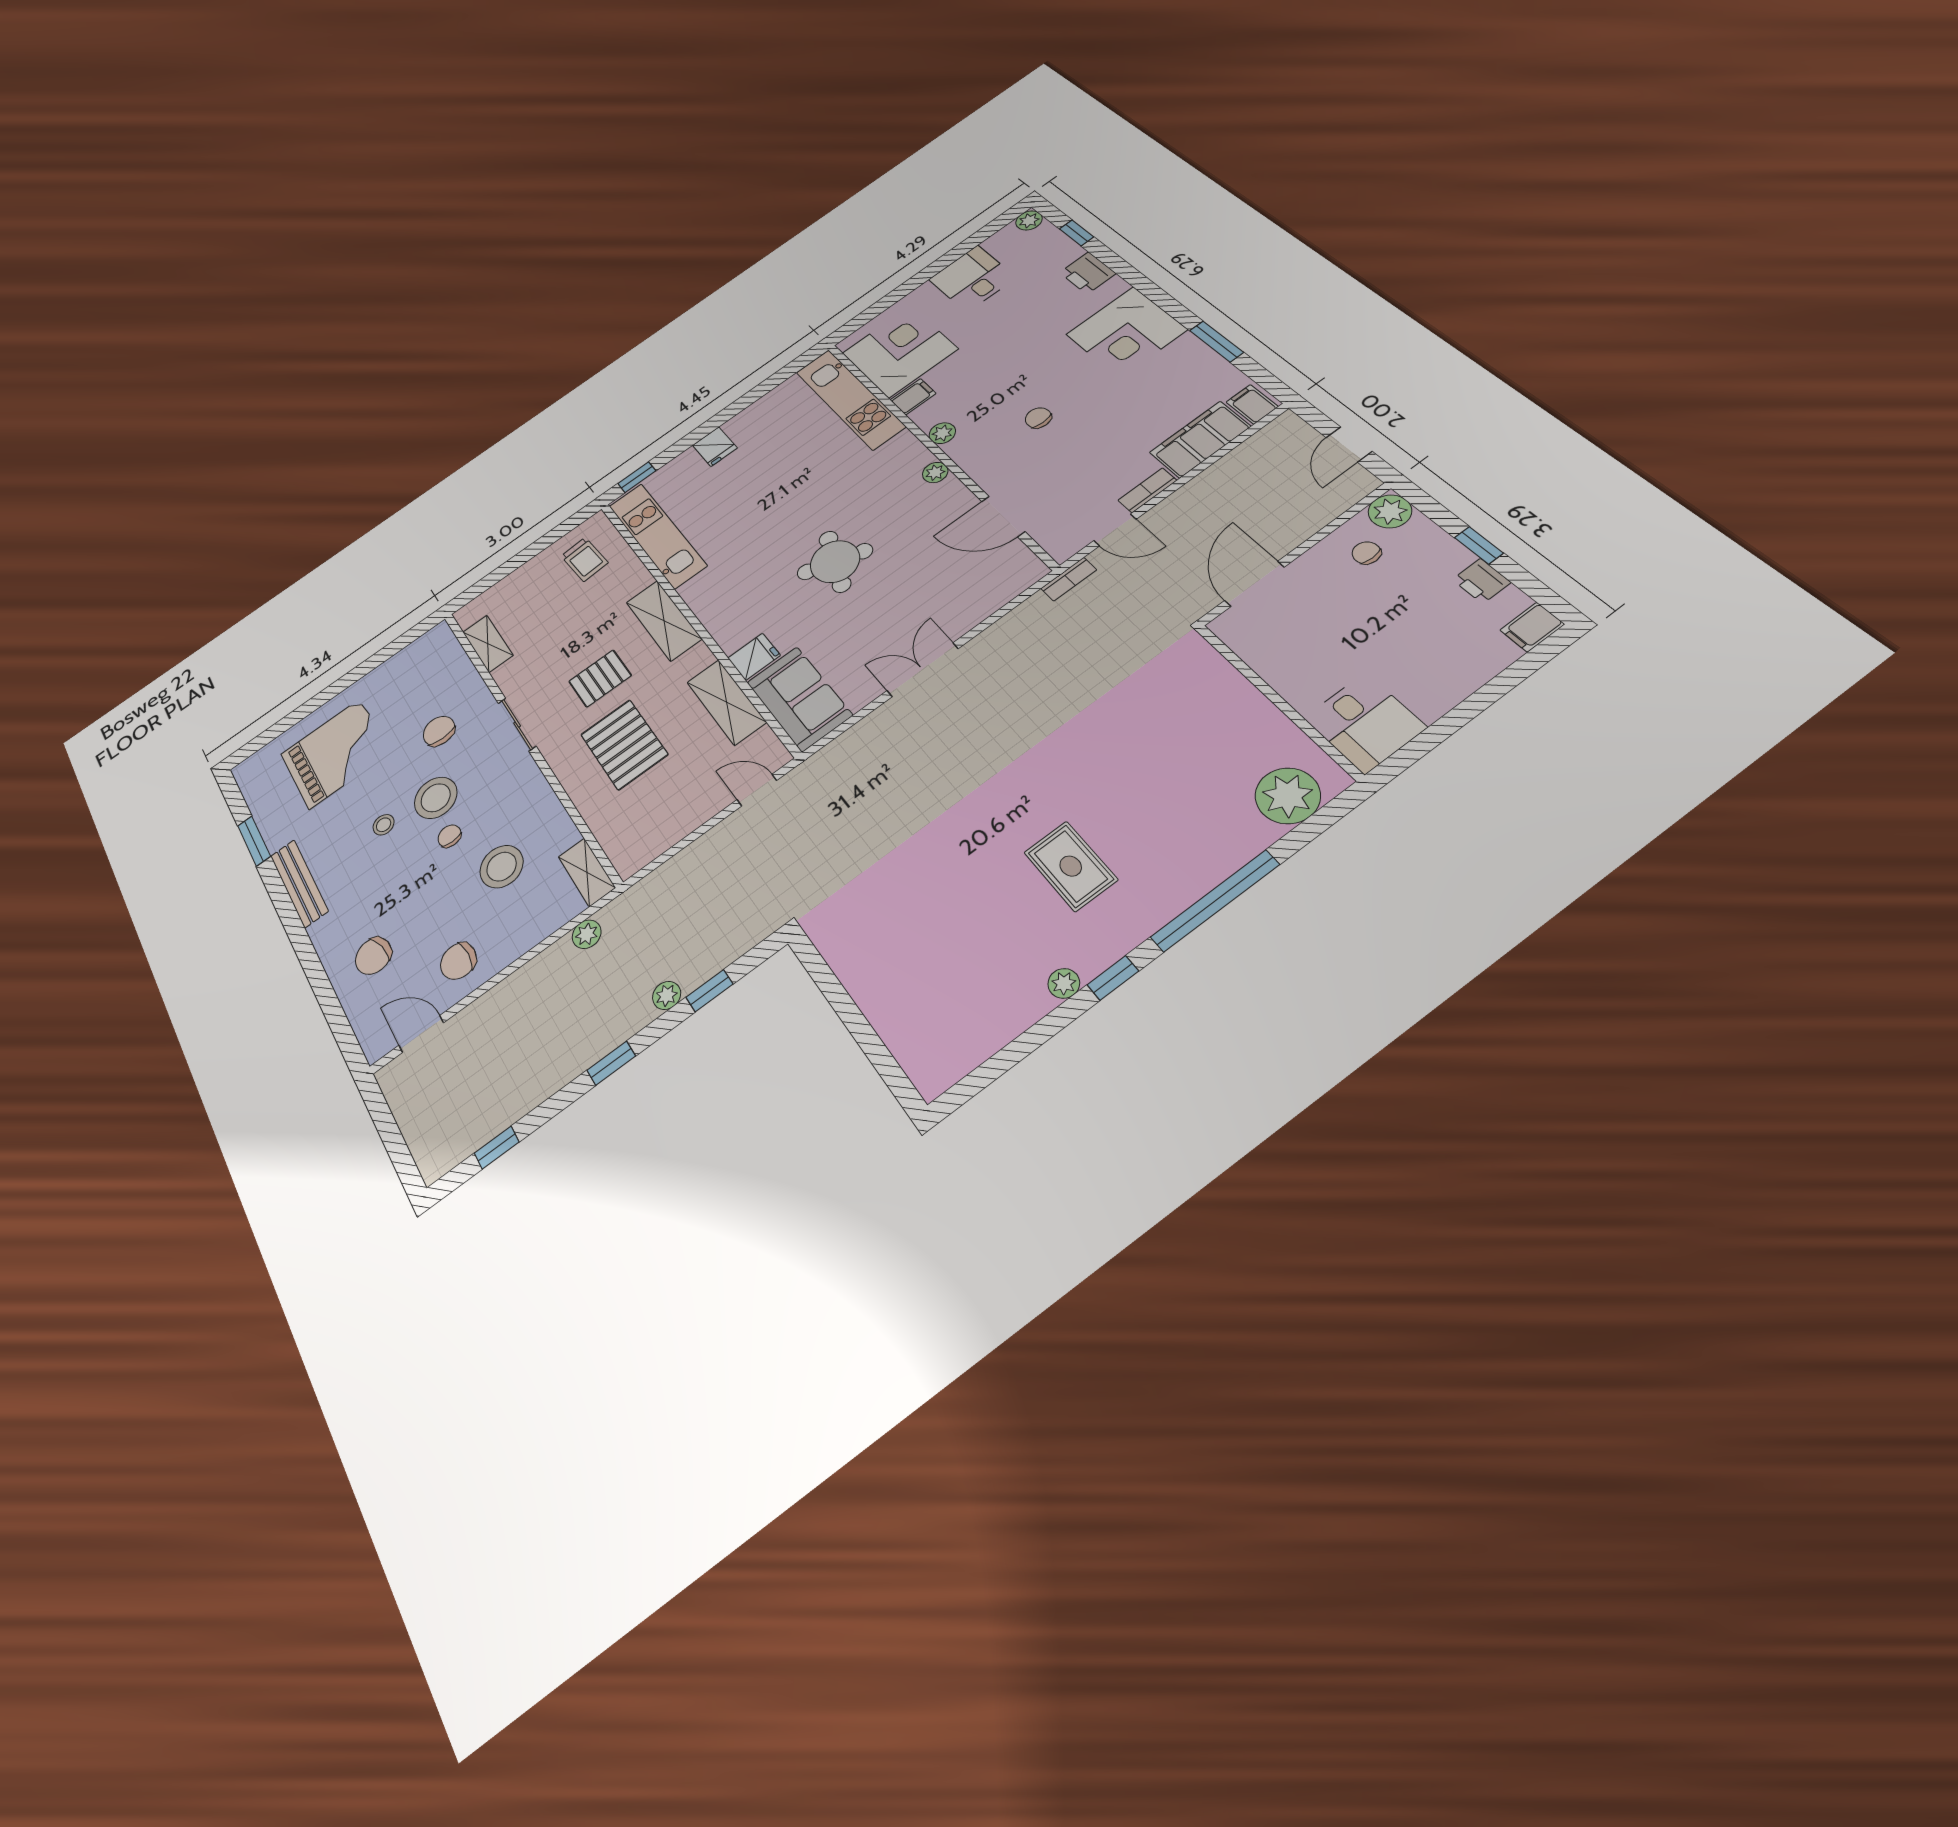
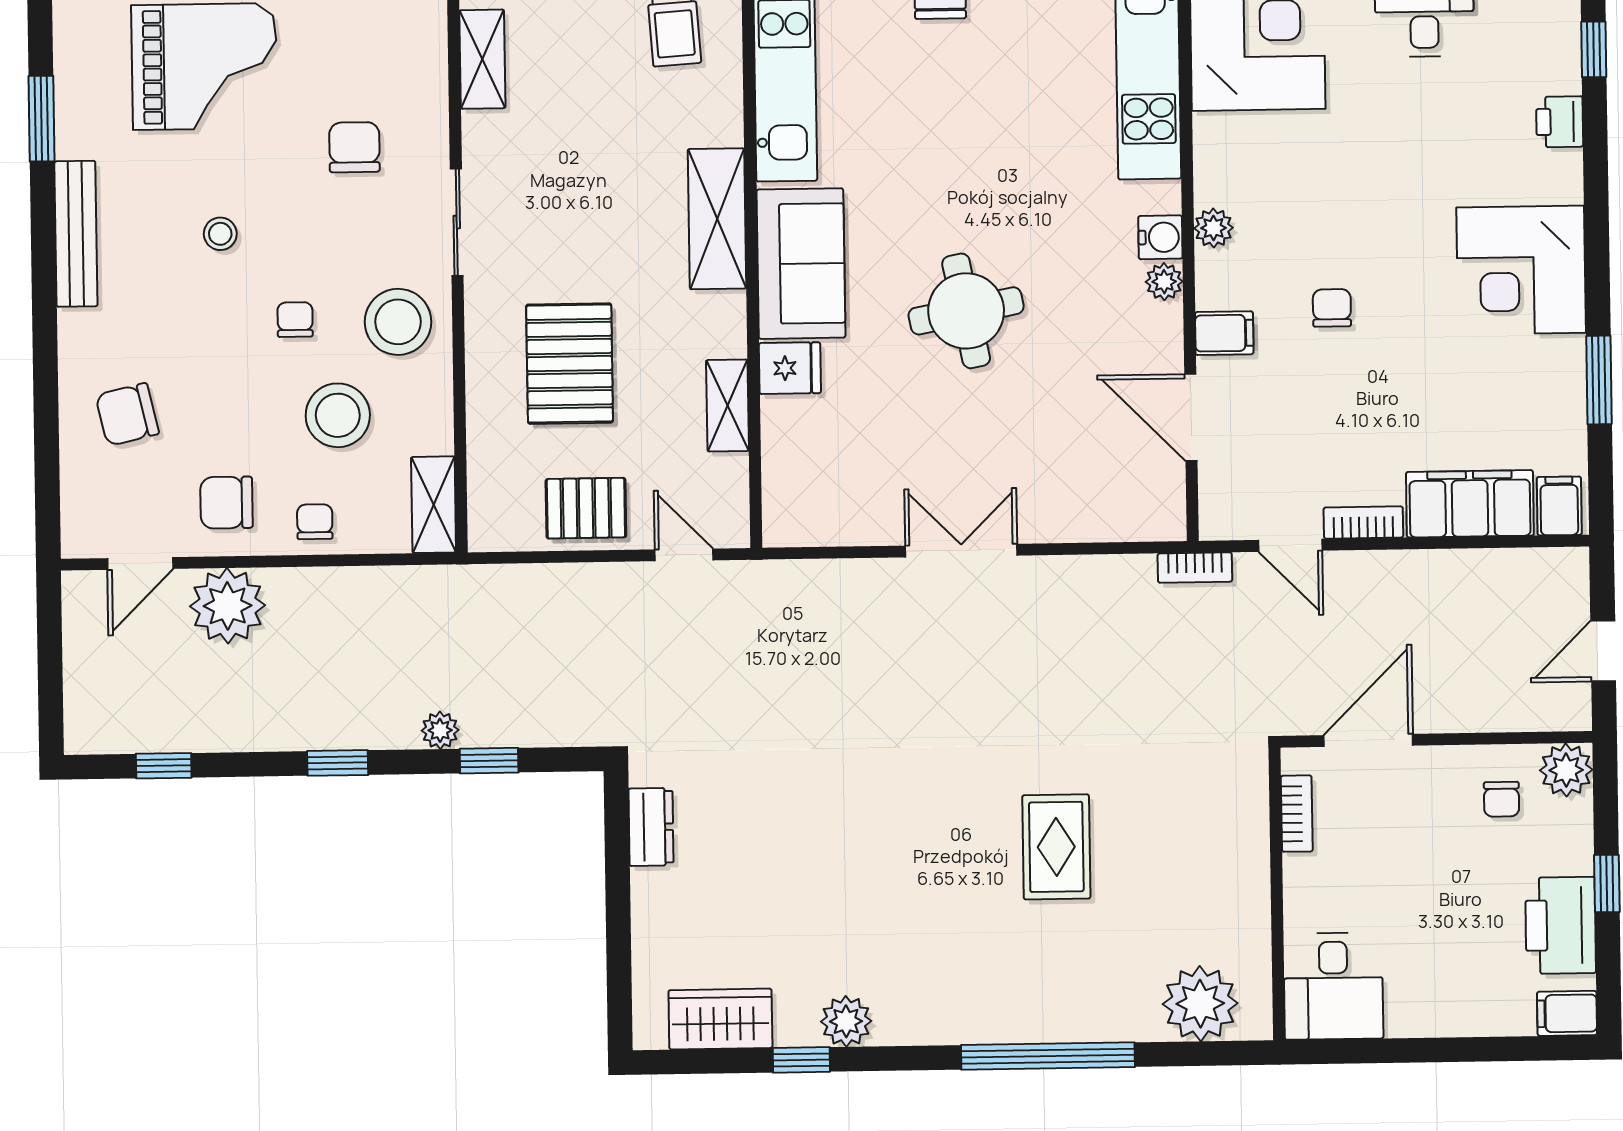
printer: (1088, 273) -> (1560, 122), width x0.73, depth x0.81
filing cabinet: (913, 397) -> (1224, 333), moved
water cooler: (917, 457) -> (1160, 237), added
chair: (1366, 553) -> (1501, 799), turned 180
round table: (835, 562) -> (966, 311), turned -31
printer: (1481, 581) -> (1561, 925), width x1.87, depth x1.48
bookcase: (1248, 651) -> (1297, 814), added
pallet: (600, 678) -> (586, 508), moved
sofa: (799, 699) -> (801, 264), moved
shelving: (726, 702) -> (727, 405), width x0.67, depth x0.75
stool: (436, 798) -> (398, 322), moved
rug: (1071, 866) -> (1056, 847), moved
chair: (519, 933) -> (315, 522), added
plant: (587, 934) -> (228, 606), moved, width x1.88, depth x1.88
dresser: (841, 954) -> (651, 827), added
window: (1113, 978) -> (801, 1060), moved
plant: (1064, 983) -> (846, 1021), width x1.38, depth x1.38
door: (421, 1034) -> (140, 563), swing flipped
wardrobe: (973, 1040) -> (720, 1019), added

